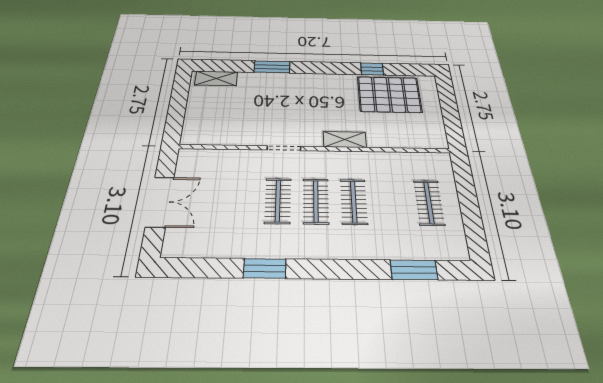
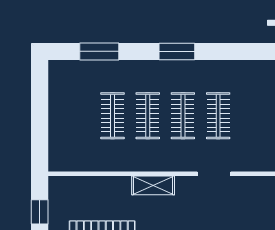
window: (452, 120) -> (40, 212), added
clothes rail: (429, 203) -> (112, 116), moved
window: (265, 268) -> (177, 51), moved

